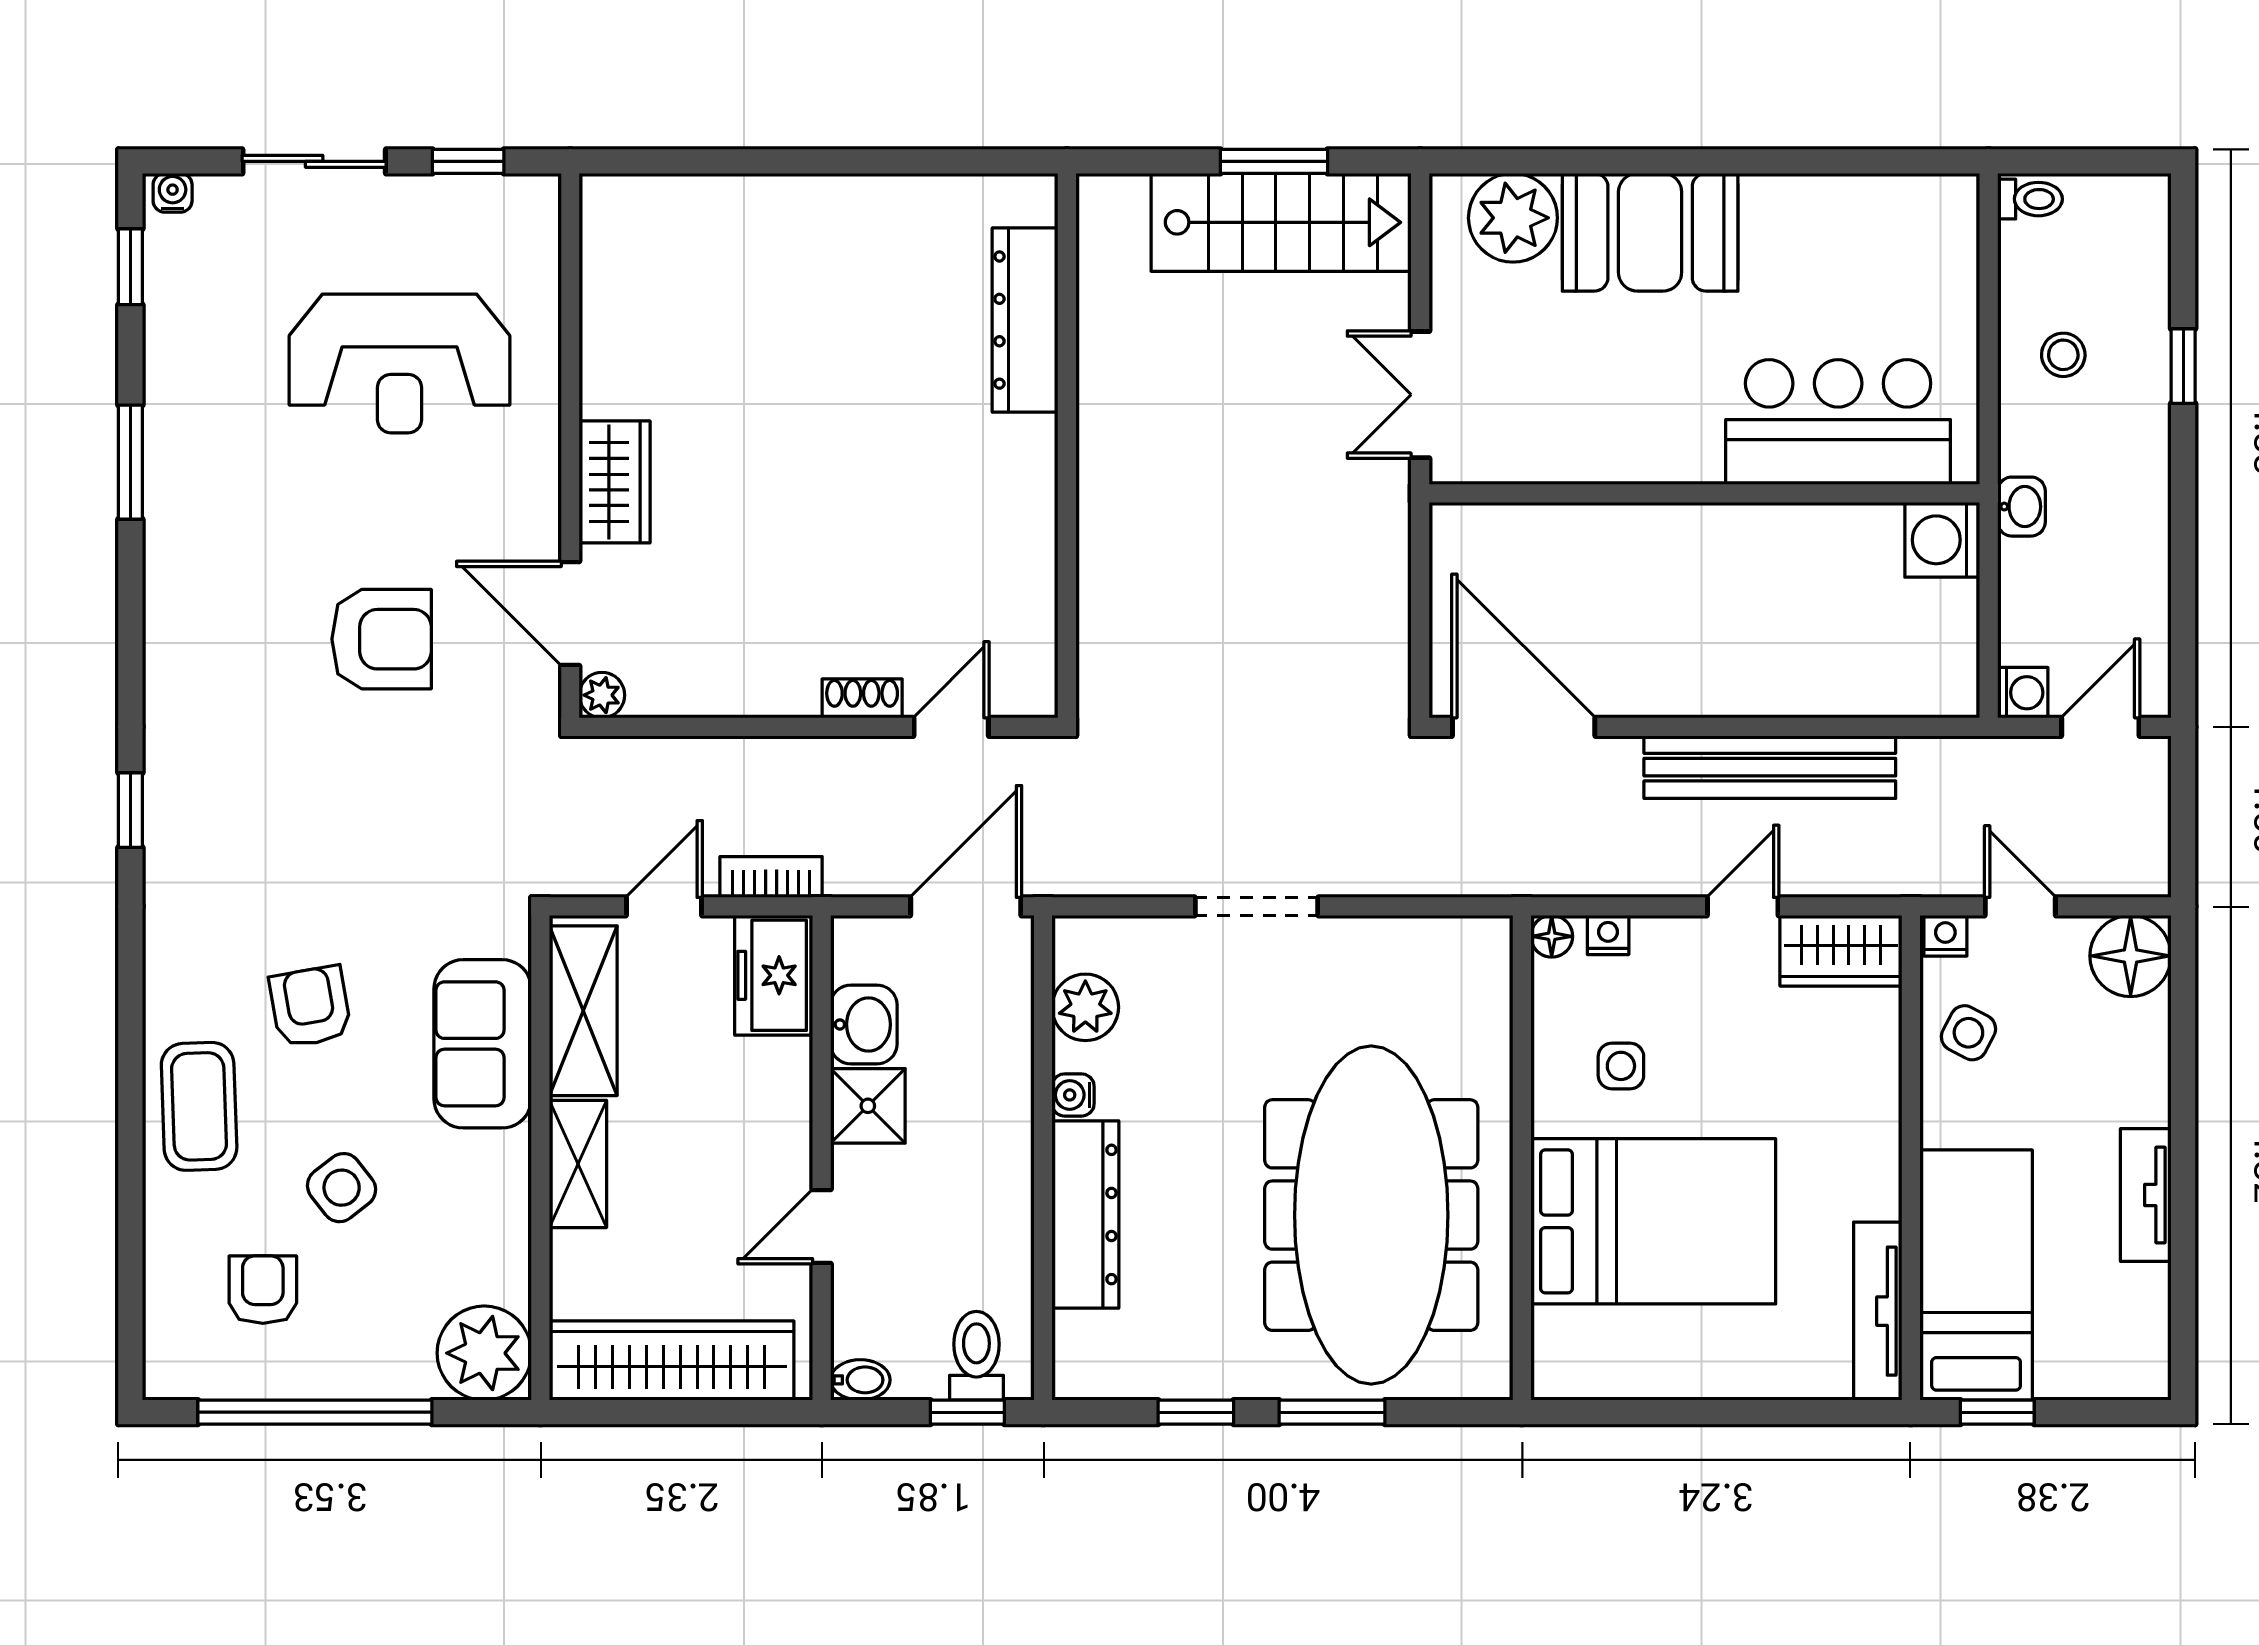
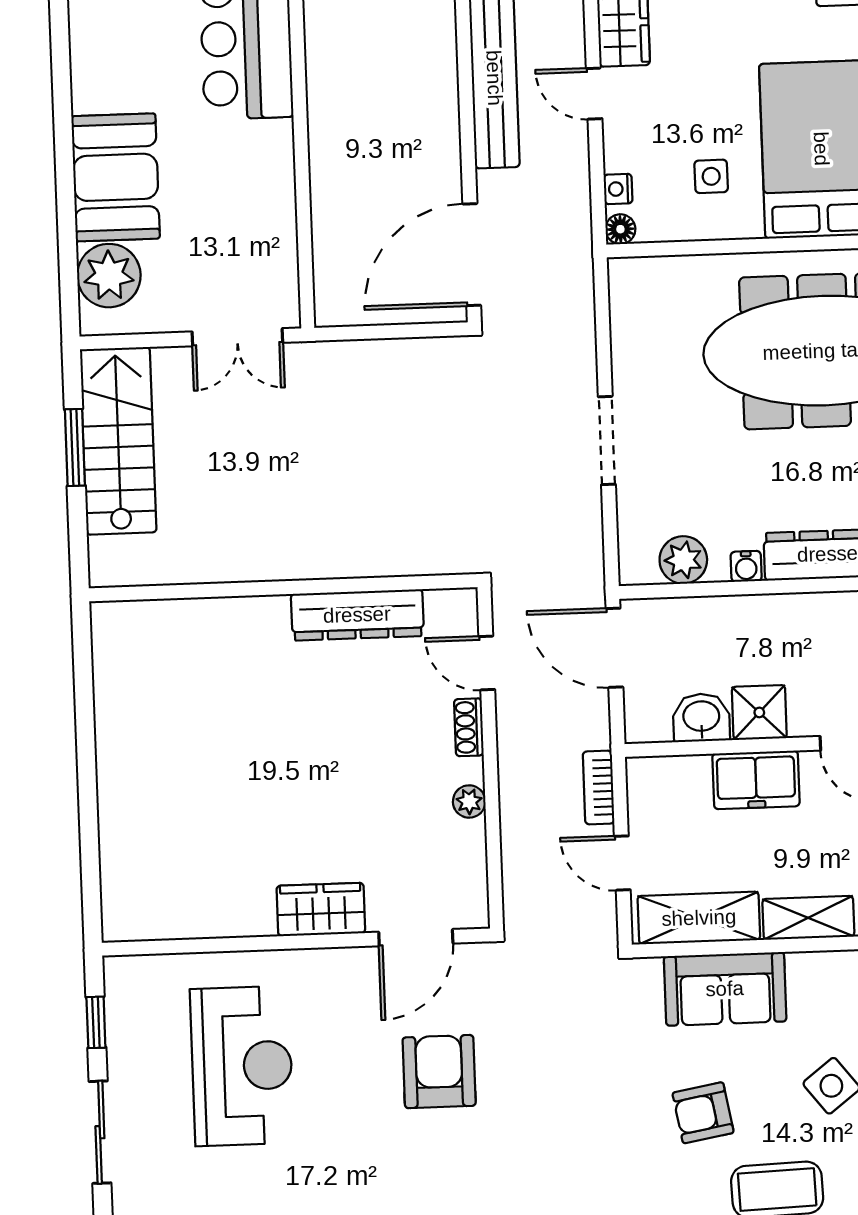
dresser: (1025, 320) -> (357, 615), moved
plant: (602, 695) -> (469, 801), moved
freezer: (774, 975) -> (756, 780), moved

